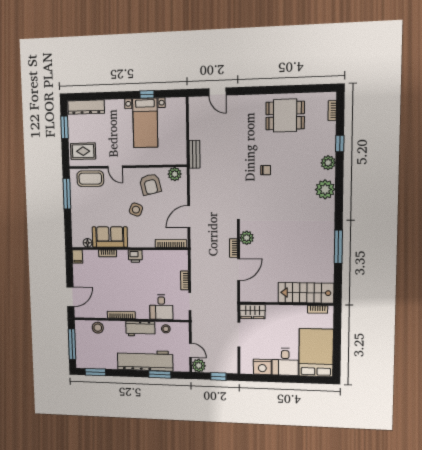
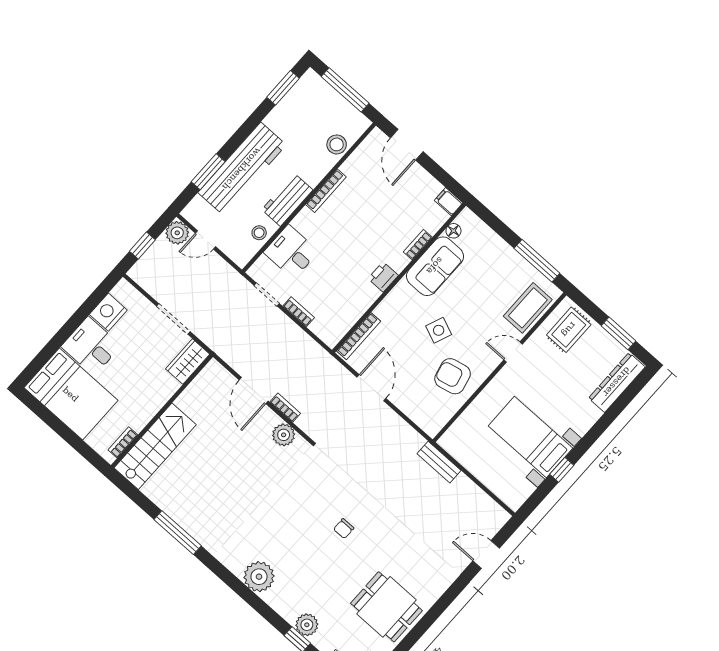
dining table: (285, 116) -> (386, 607), turned 90
plant: (328, 163) -> (307, 625), moved
plant: (175, 174) -> (438, 417), removed

